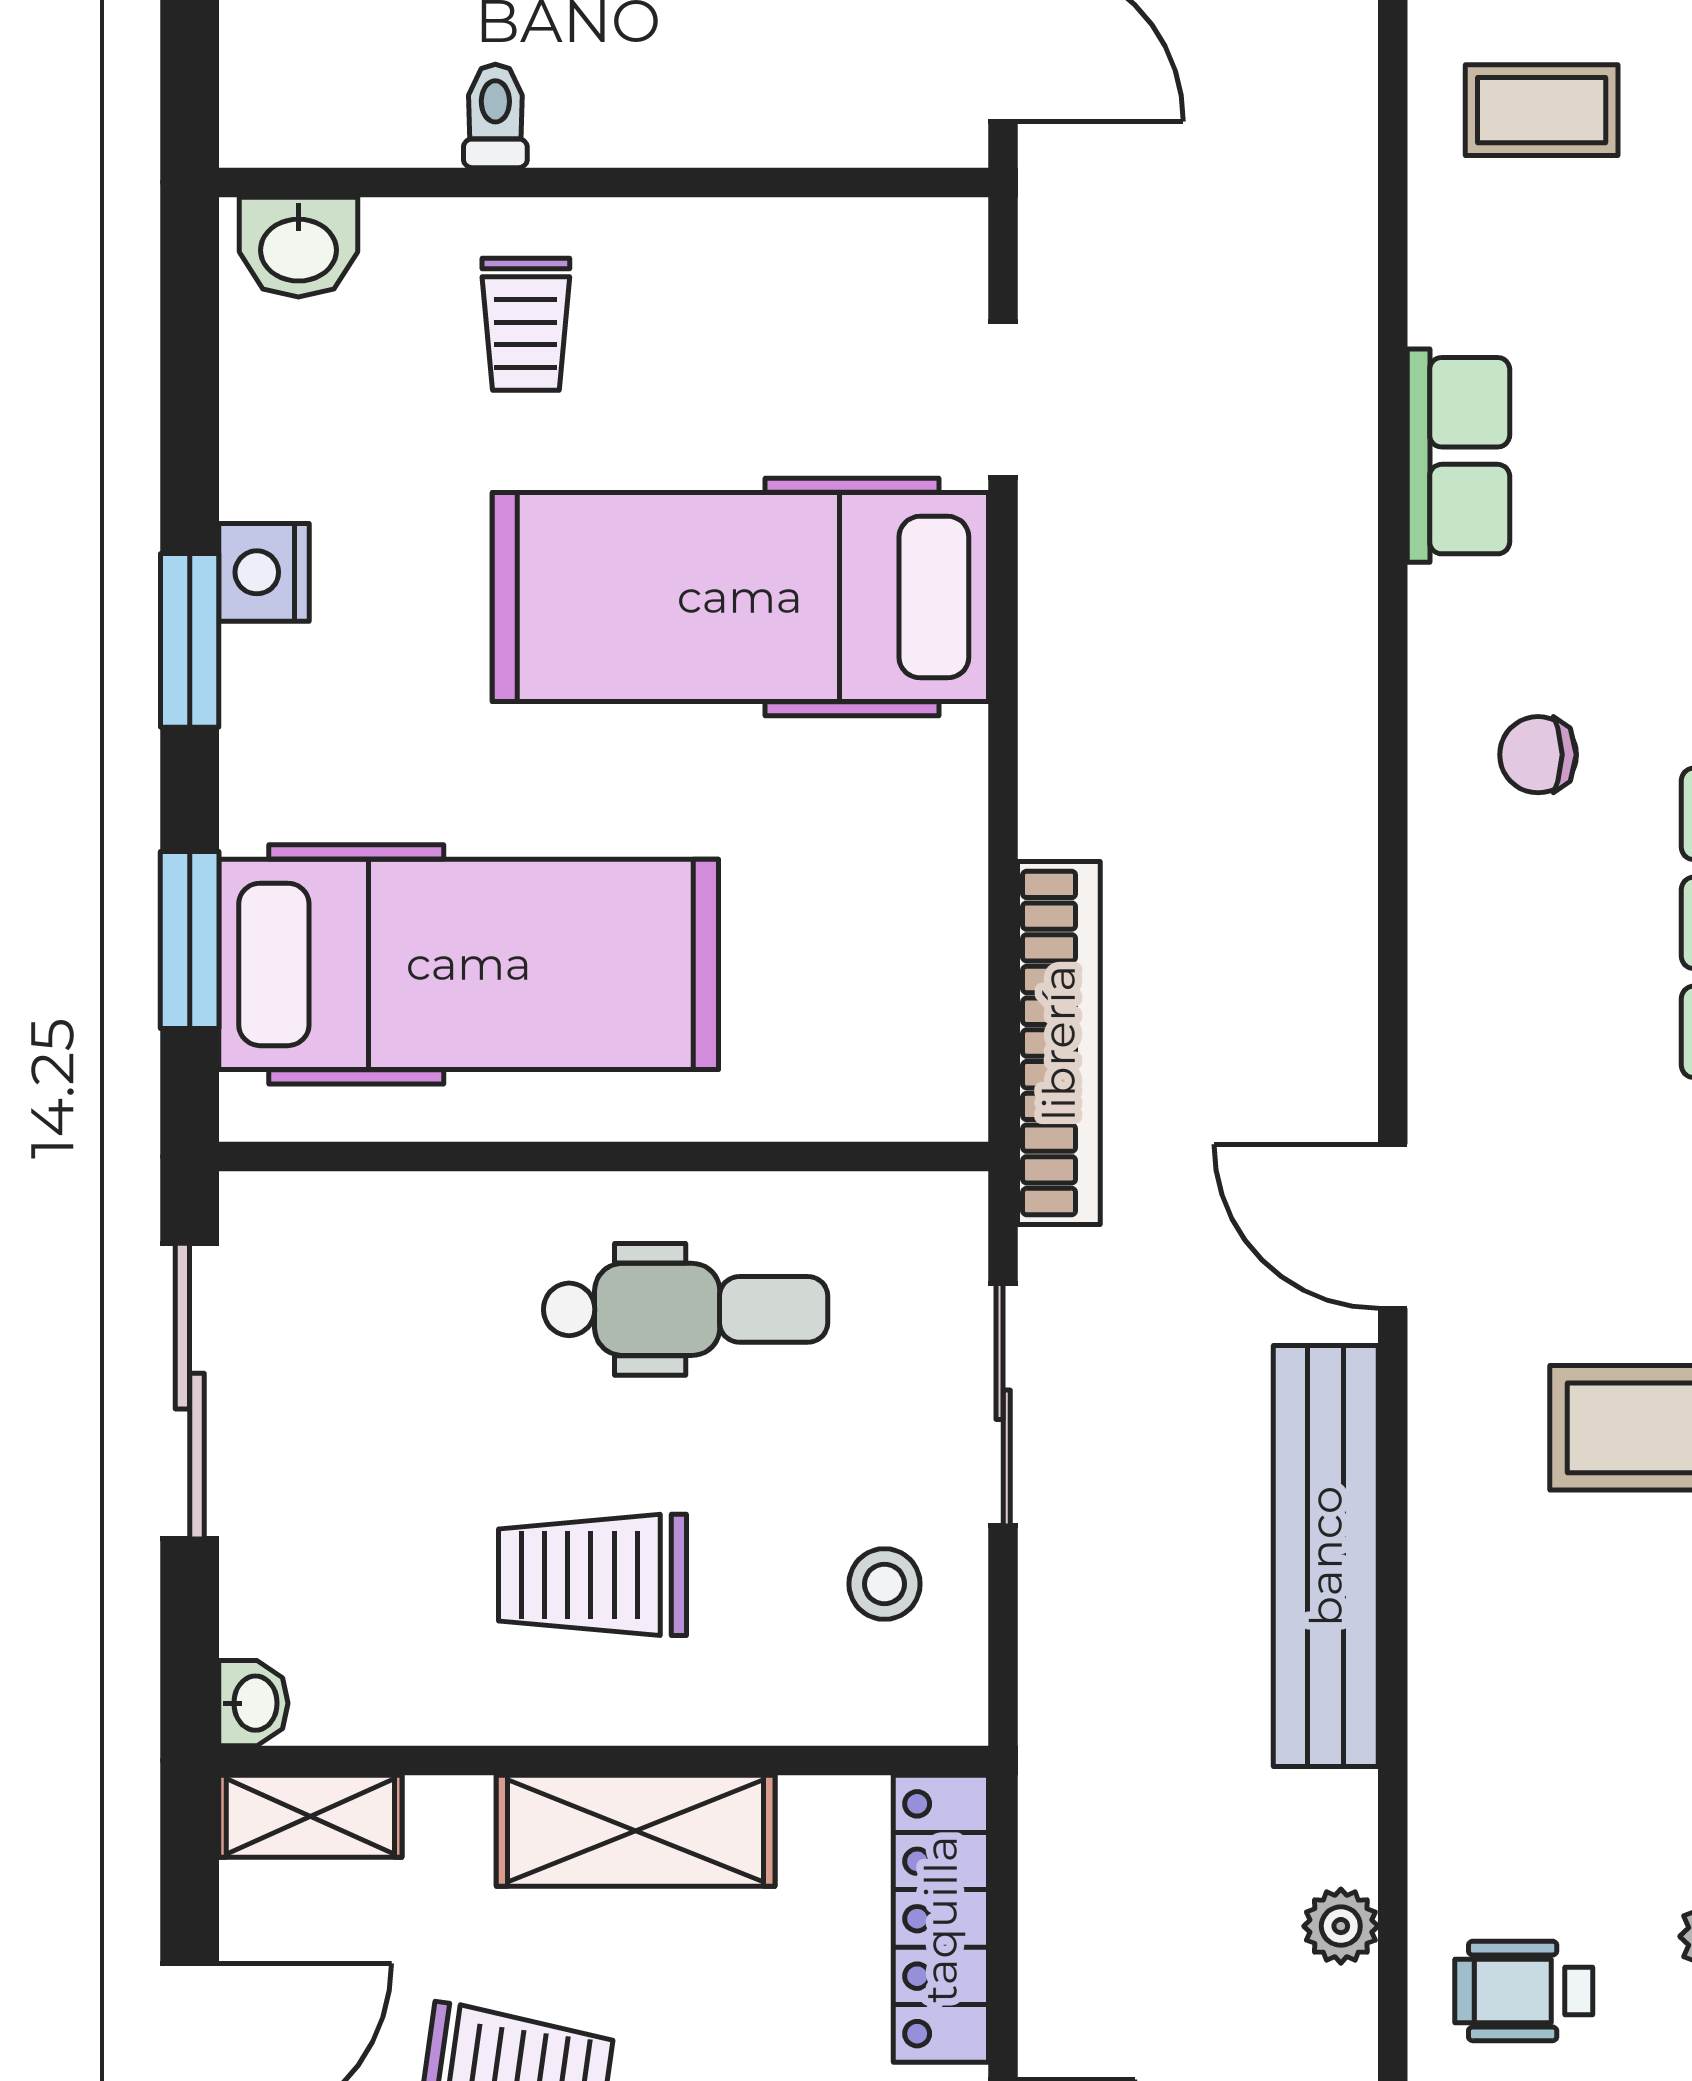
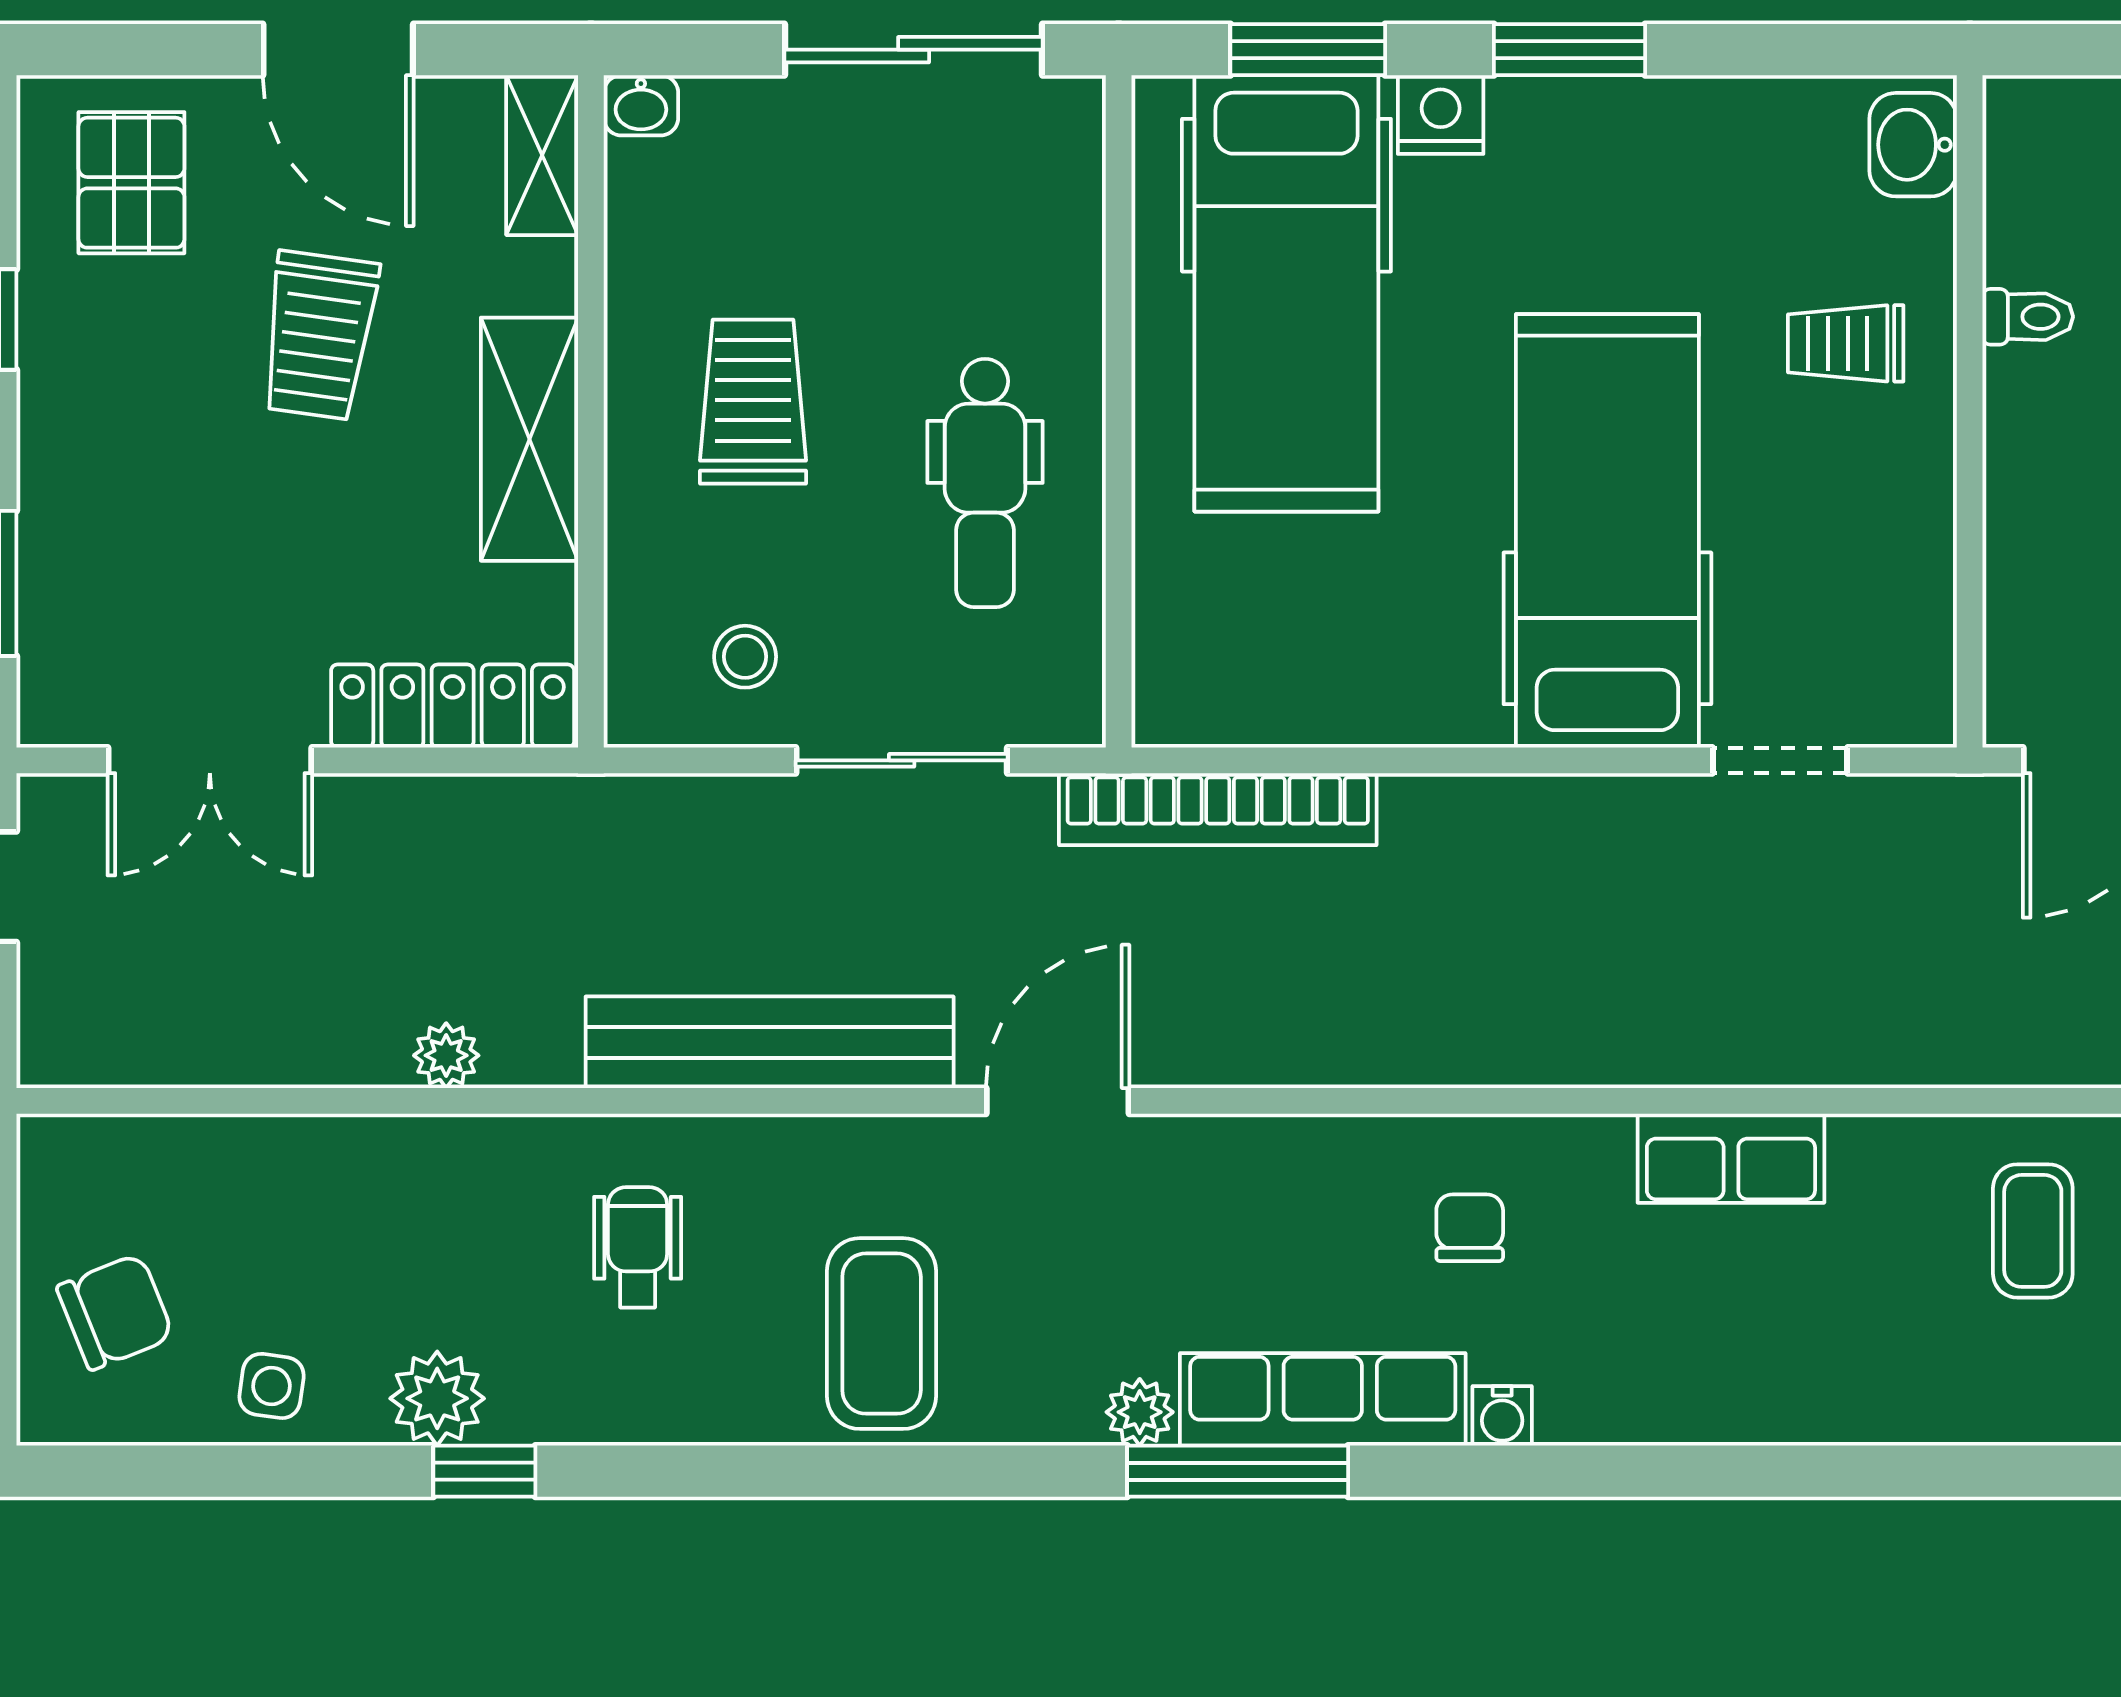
nightstand: (264, 572) -> (1441, 115), moved
wheelchair: (1524, 1991) -> (638, 1247), moved

